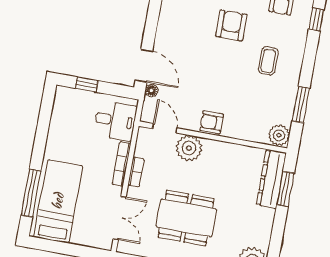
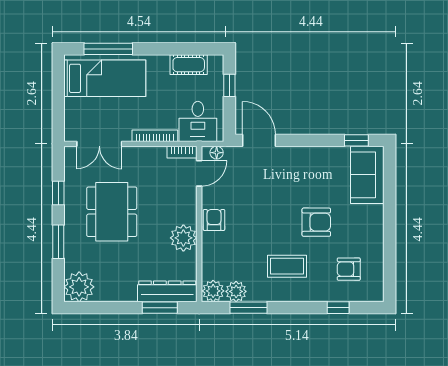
coffee table: (268, 61) -> (287, 266), width x1.36, depth x1.30
door: (144, 66) -> (259, 140), swing flipped
floor lamp: (151, 90) -> (217, 153), moved
plant: (283, 114) -> (236, 291), added
cot: (60, 120) -> (189, 65), added
plant: (189, 148) -> (183, 238), moved
bookcase: (136, 172) -> (182, 152), moved

